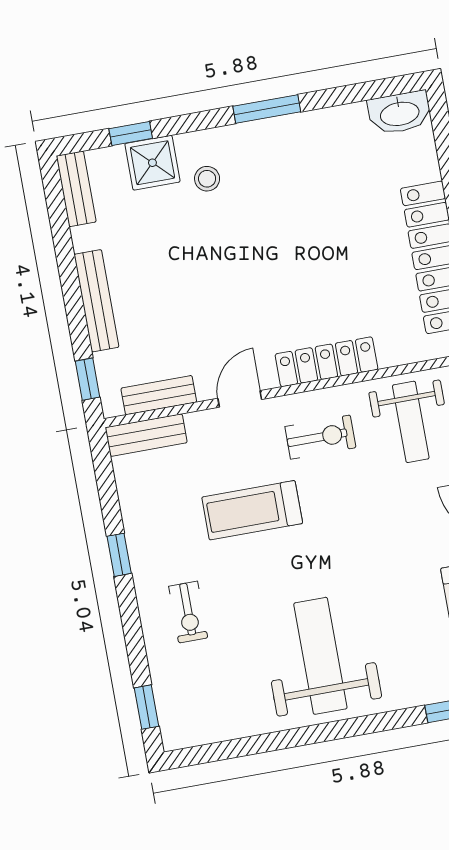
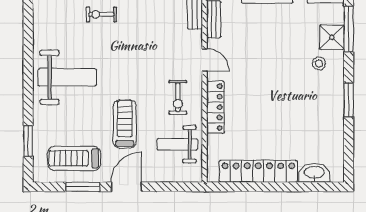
washbasin: (399, 113) -> (314, 173), moved, turned 90
window: (131, 133) -> (349, 29), width x2.17
treadmill: (252, 510) -> (125, 124), moved

